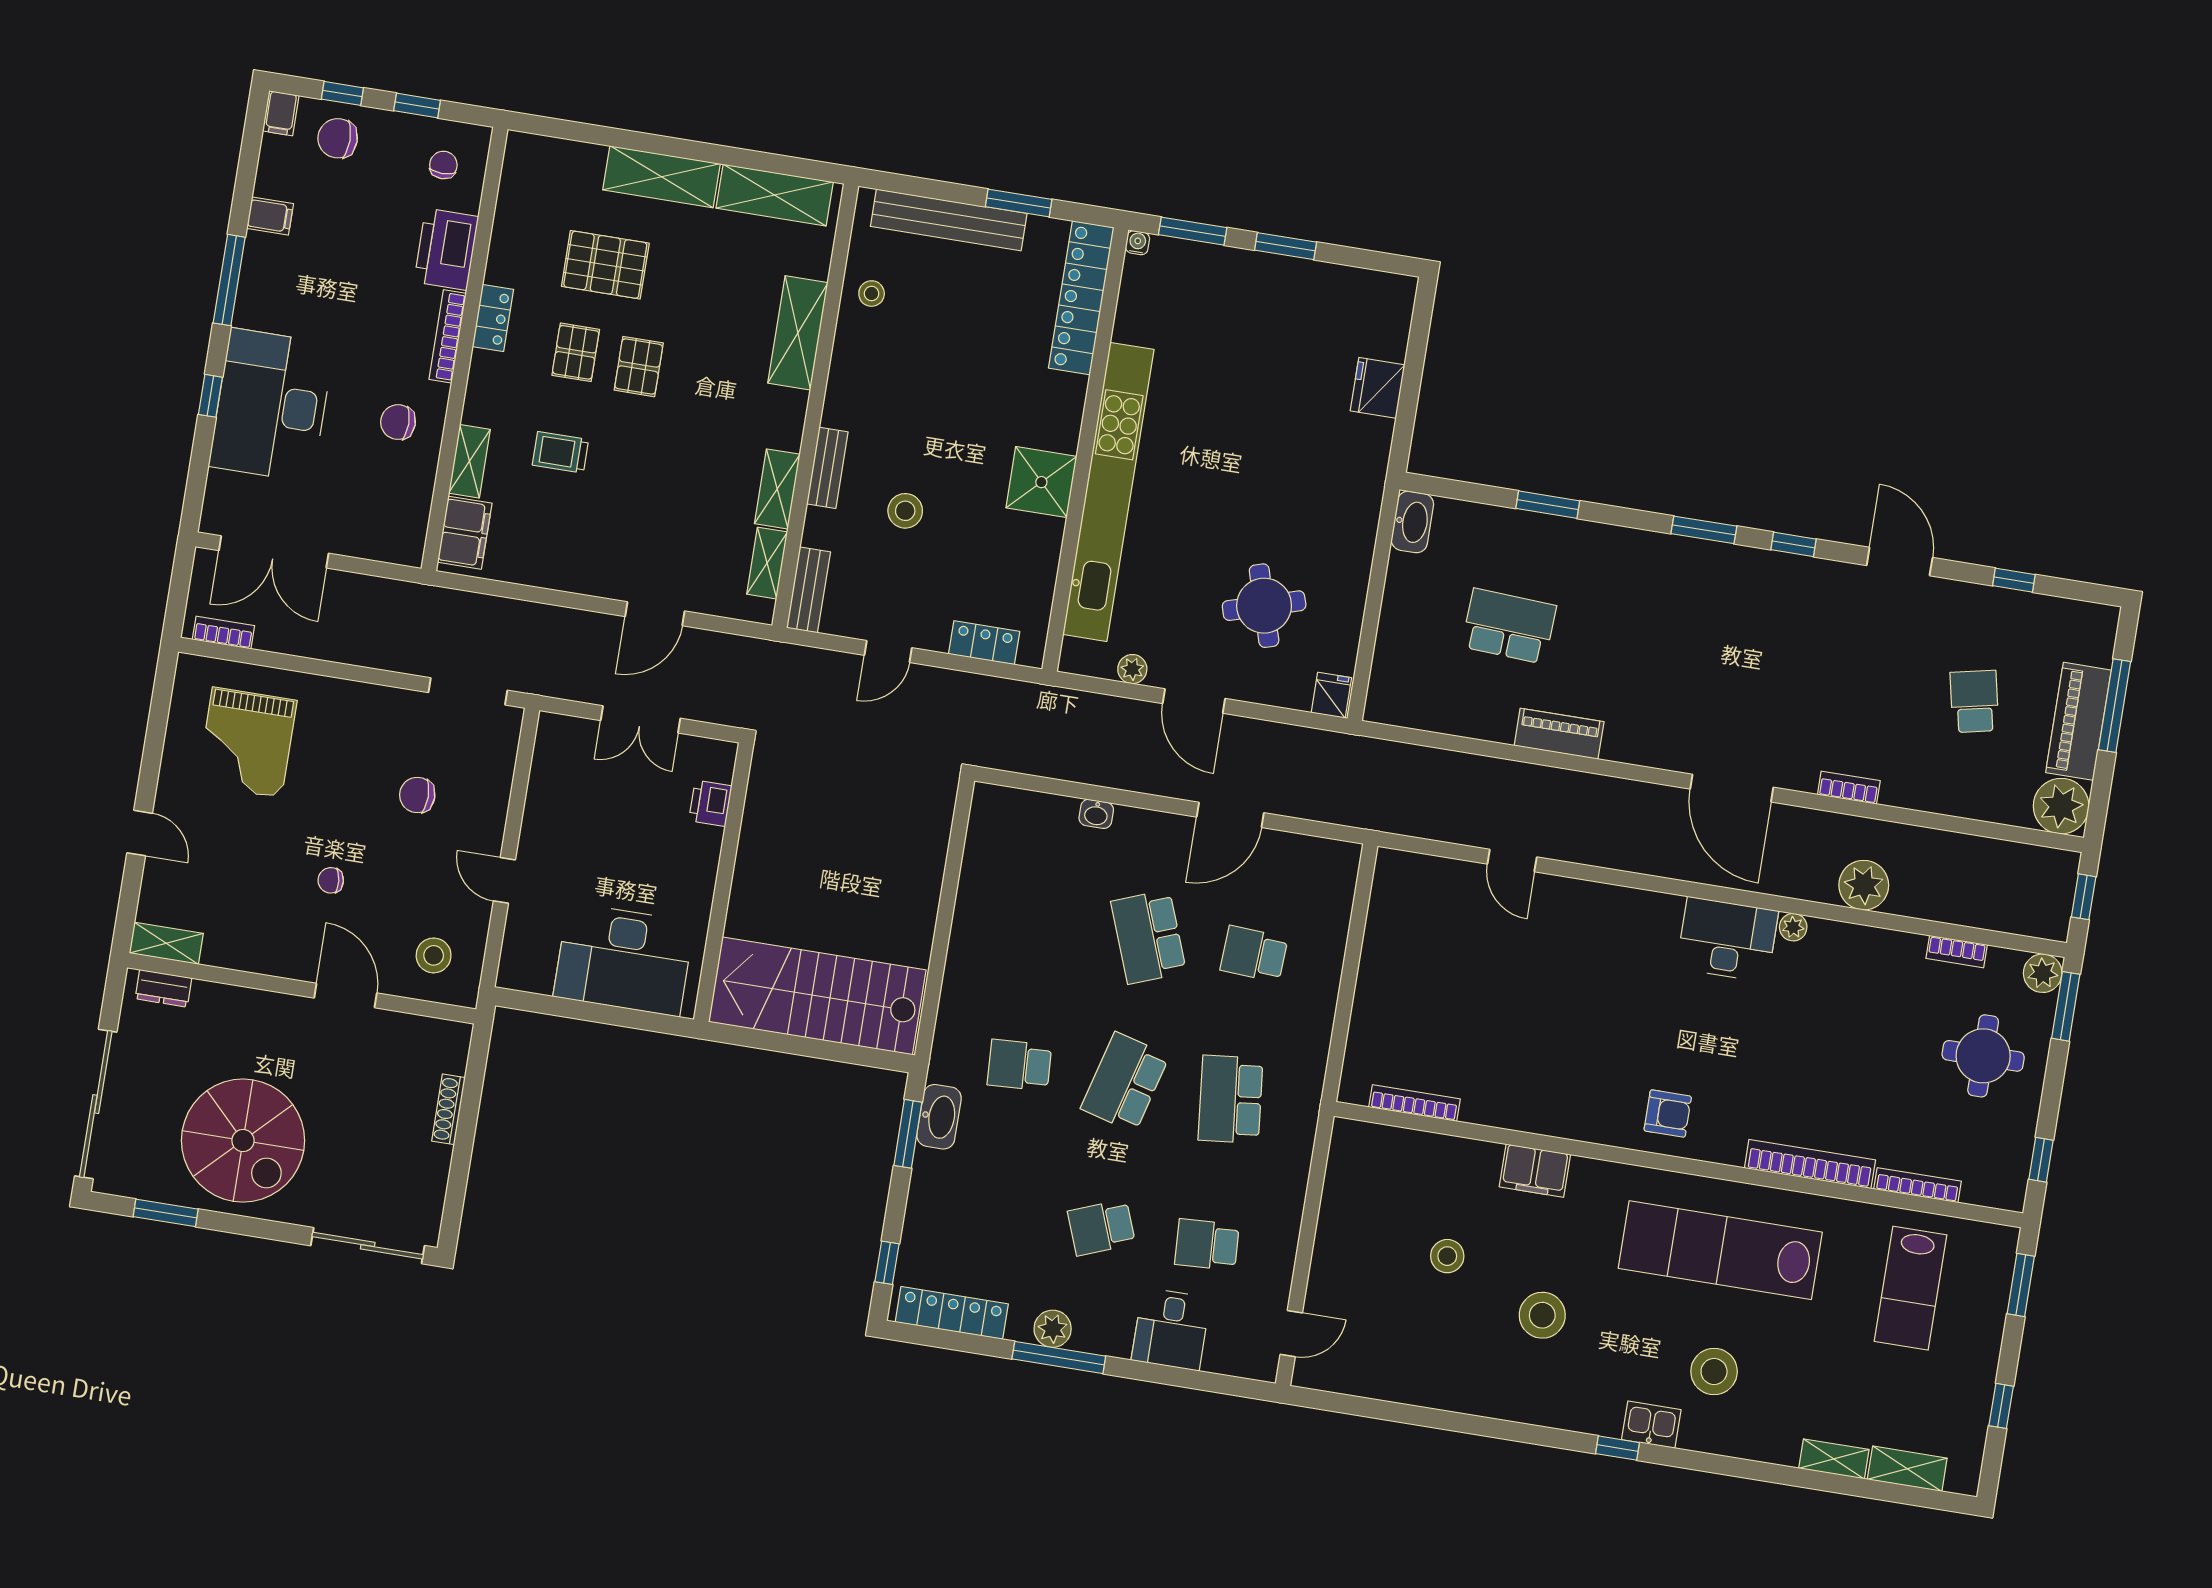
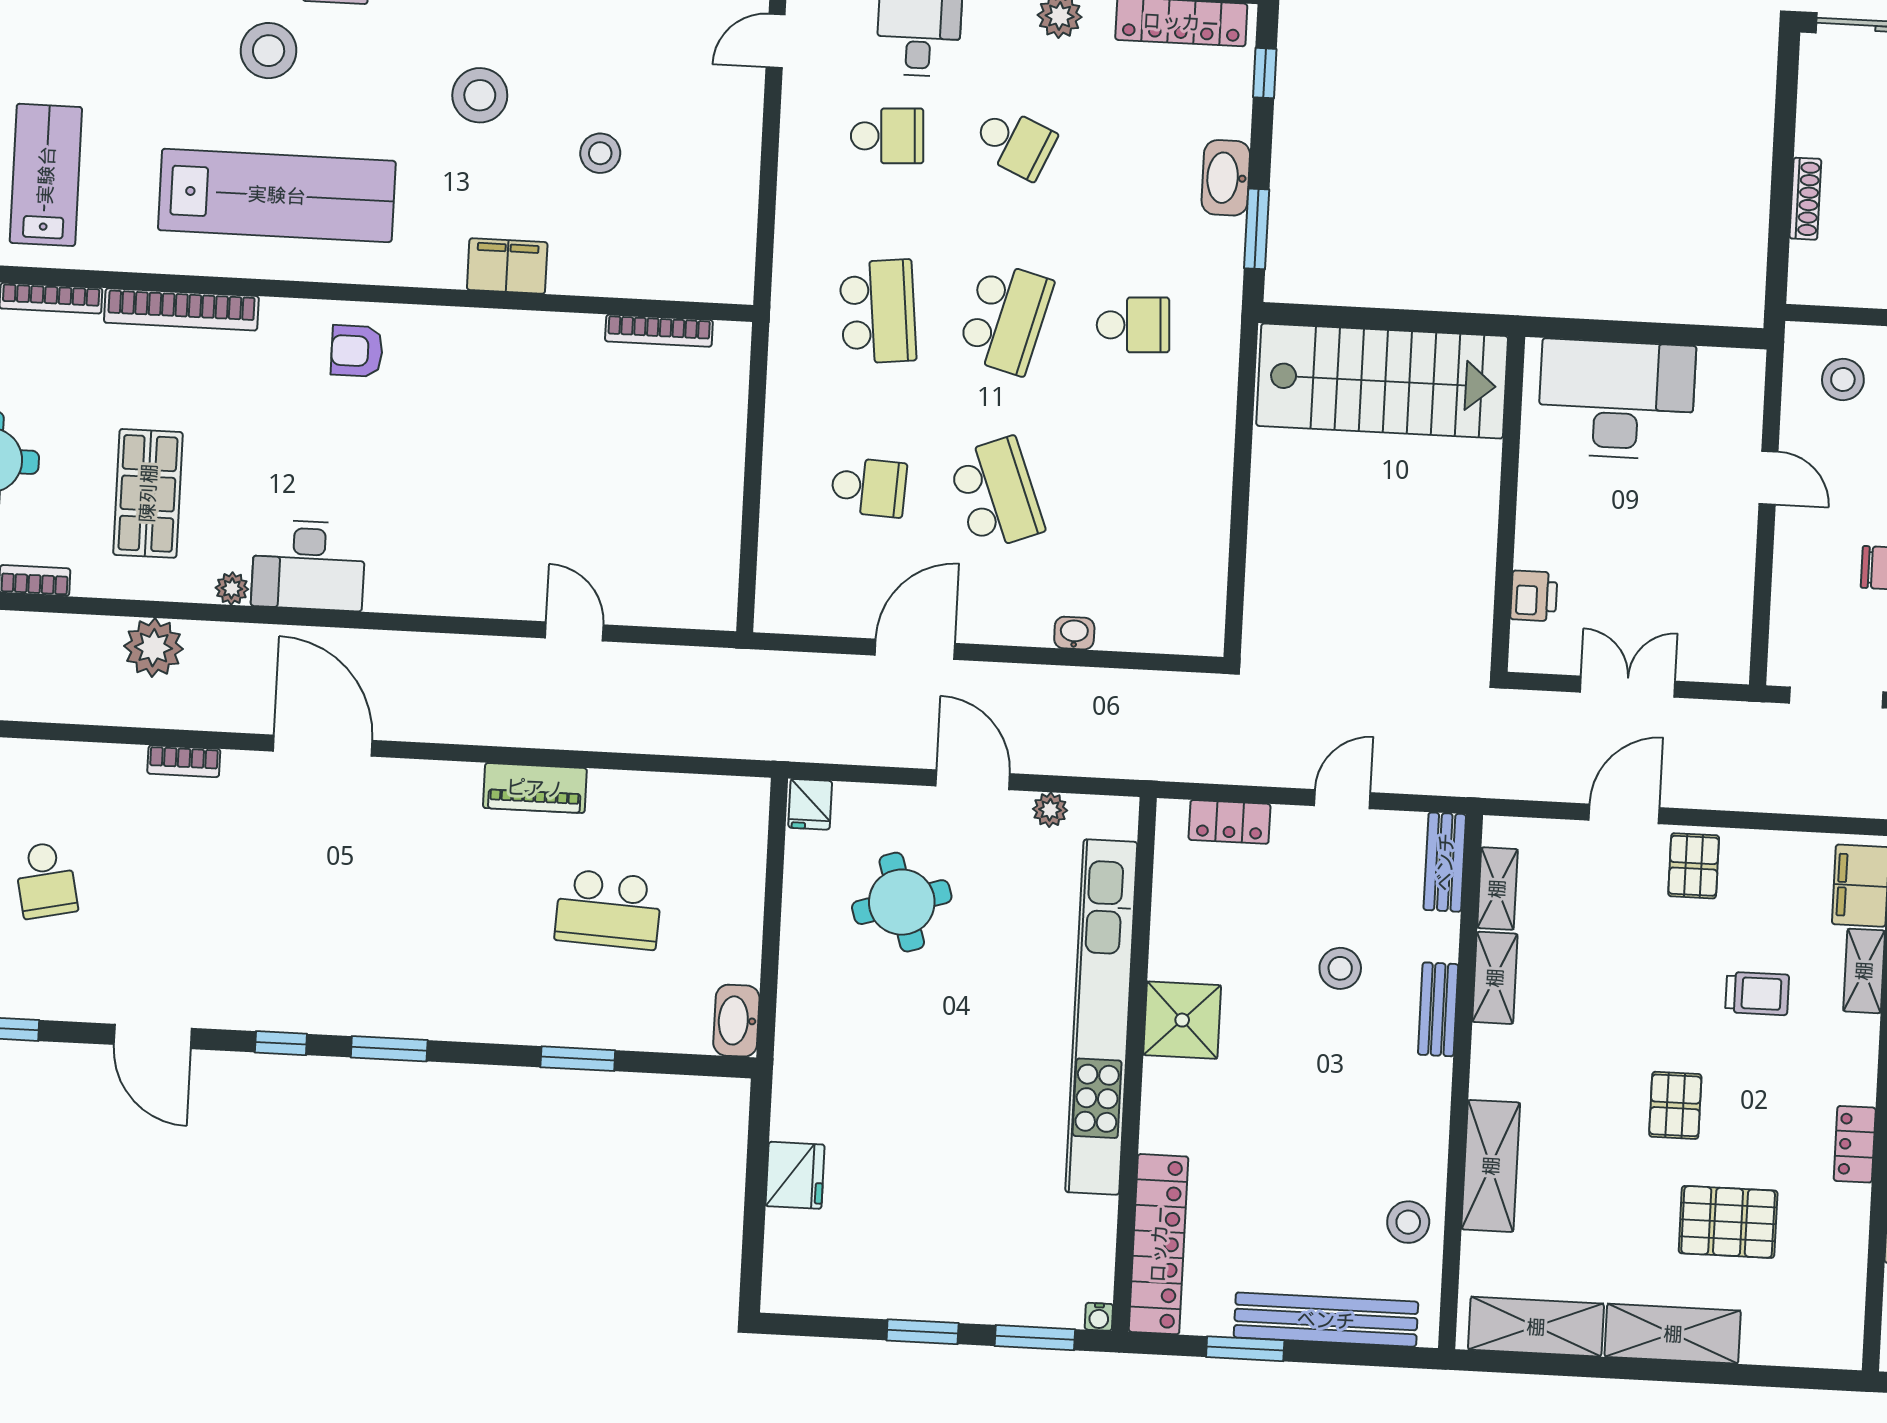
stool: (872, 294) -> (1408, 1222), width x1.37, depth x1.37
pallet: (576, 352) -> (1694, 866), moved
shop shelf: (1854, 1014) -> (148, 493), added
washbasin: (939, 1117) -> (1226, 178), moved
school desk: (1101, 1227) -> (1015, 143), turned 45

